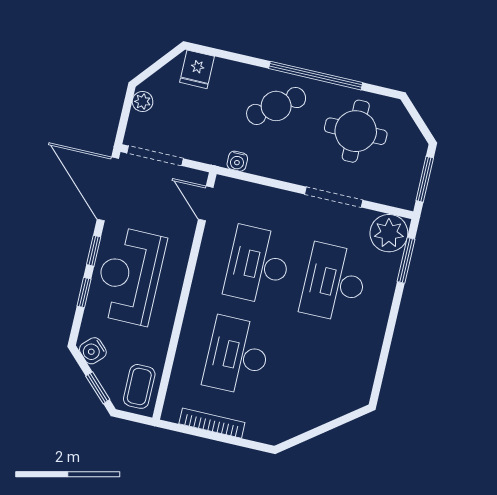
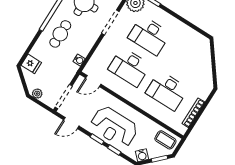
cafe table: (276, 106) -> (60, 34), turned 36
door: (108, 189) -> (71, 123), width x0.53

